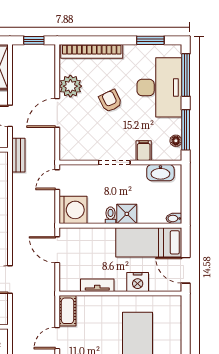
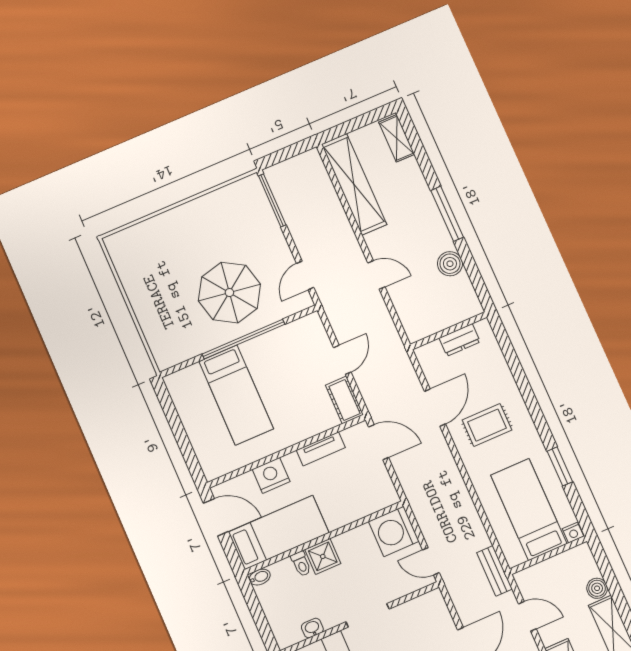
washbasin: (160, 173) -> (312, 628), width x0.52, depth x0.69
door: (57, 180) -> (431, 561), swing flipped
toilet: (111, 215) -> (301, 564), moved
door: (57, 250) -> (378, 442), moved

